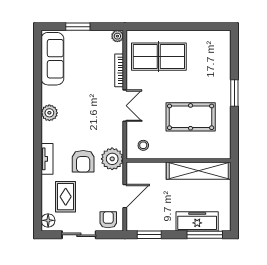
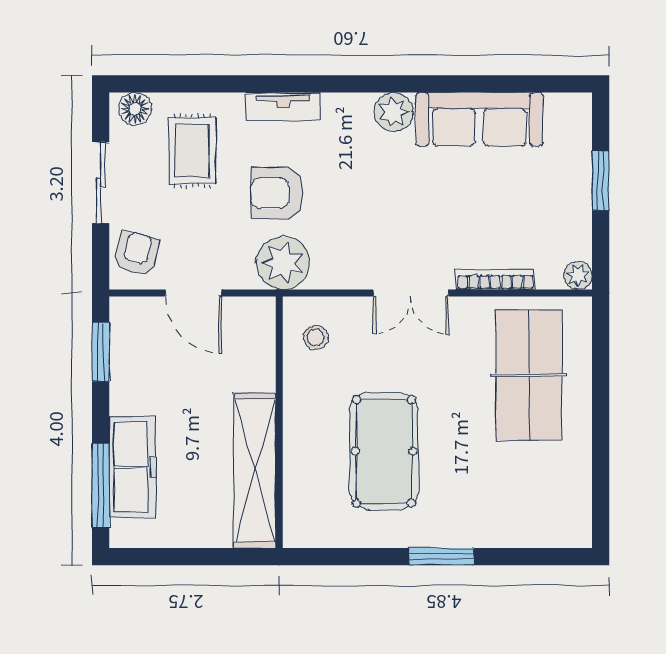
sofa: (52, 59) -> (479, 119), moved
rug: (66, 197) -> (192, 151), turned 90
armchair: (108, 220) -> (137, 253), turned -76

